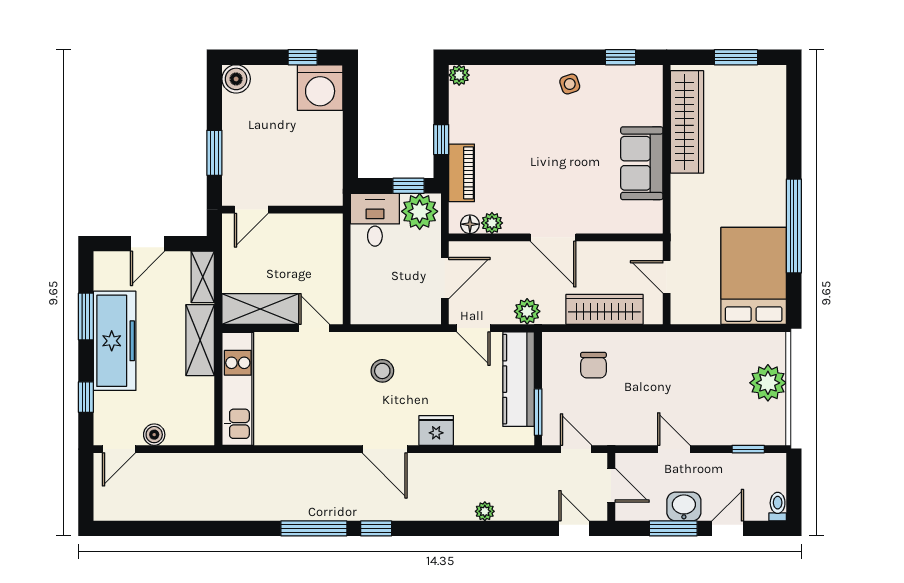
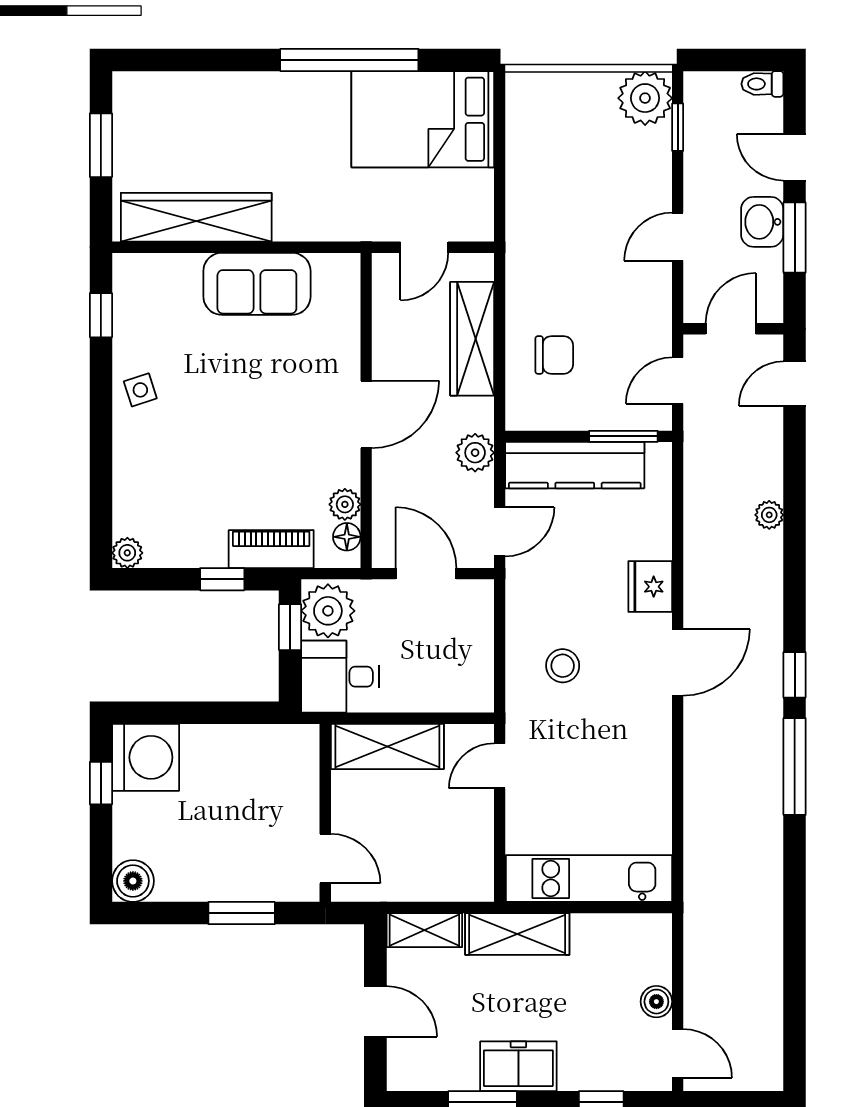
shelving: (260, 309) -> (387, 746), moved, turned 90
freezer: (115, 341) -> (518, 1066), width x0.52, depth x0.79
plant: (768, 383) -> (645, 98), moved

